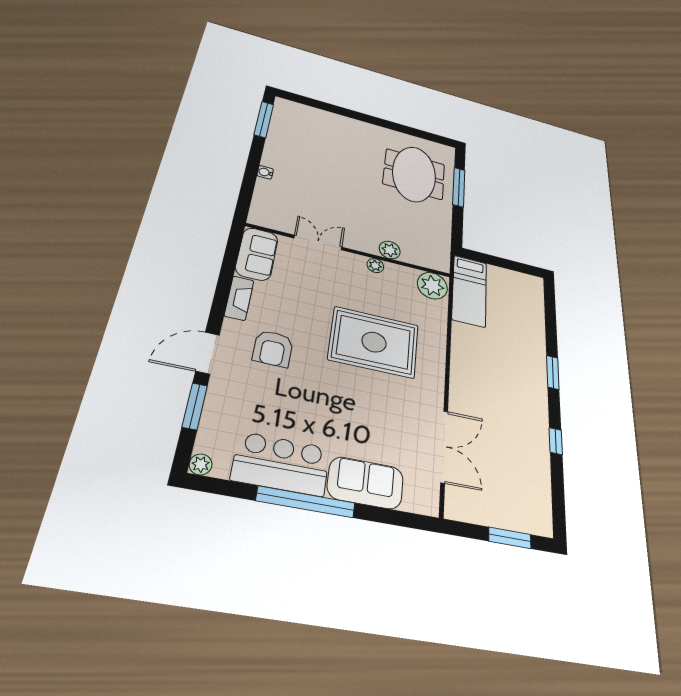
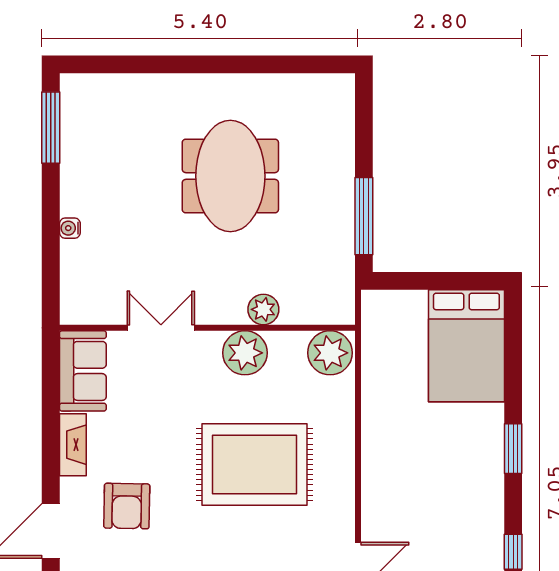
meeting table: (414, 174) -> (230, 176), moved
window: (459, 187) -> (364, 216), moved
plant: (375, 266) -> (245, 353), width x1.87, depth x1.87
bed: (469, 291) -> (466, 346), moved, width x1.50

